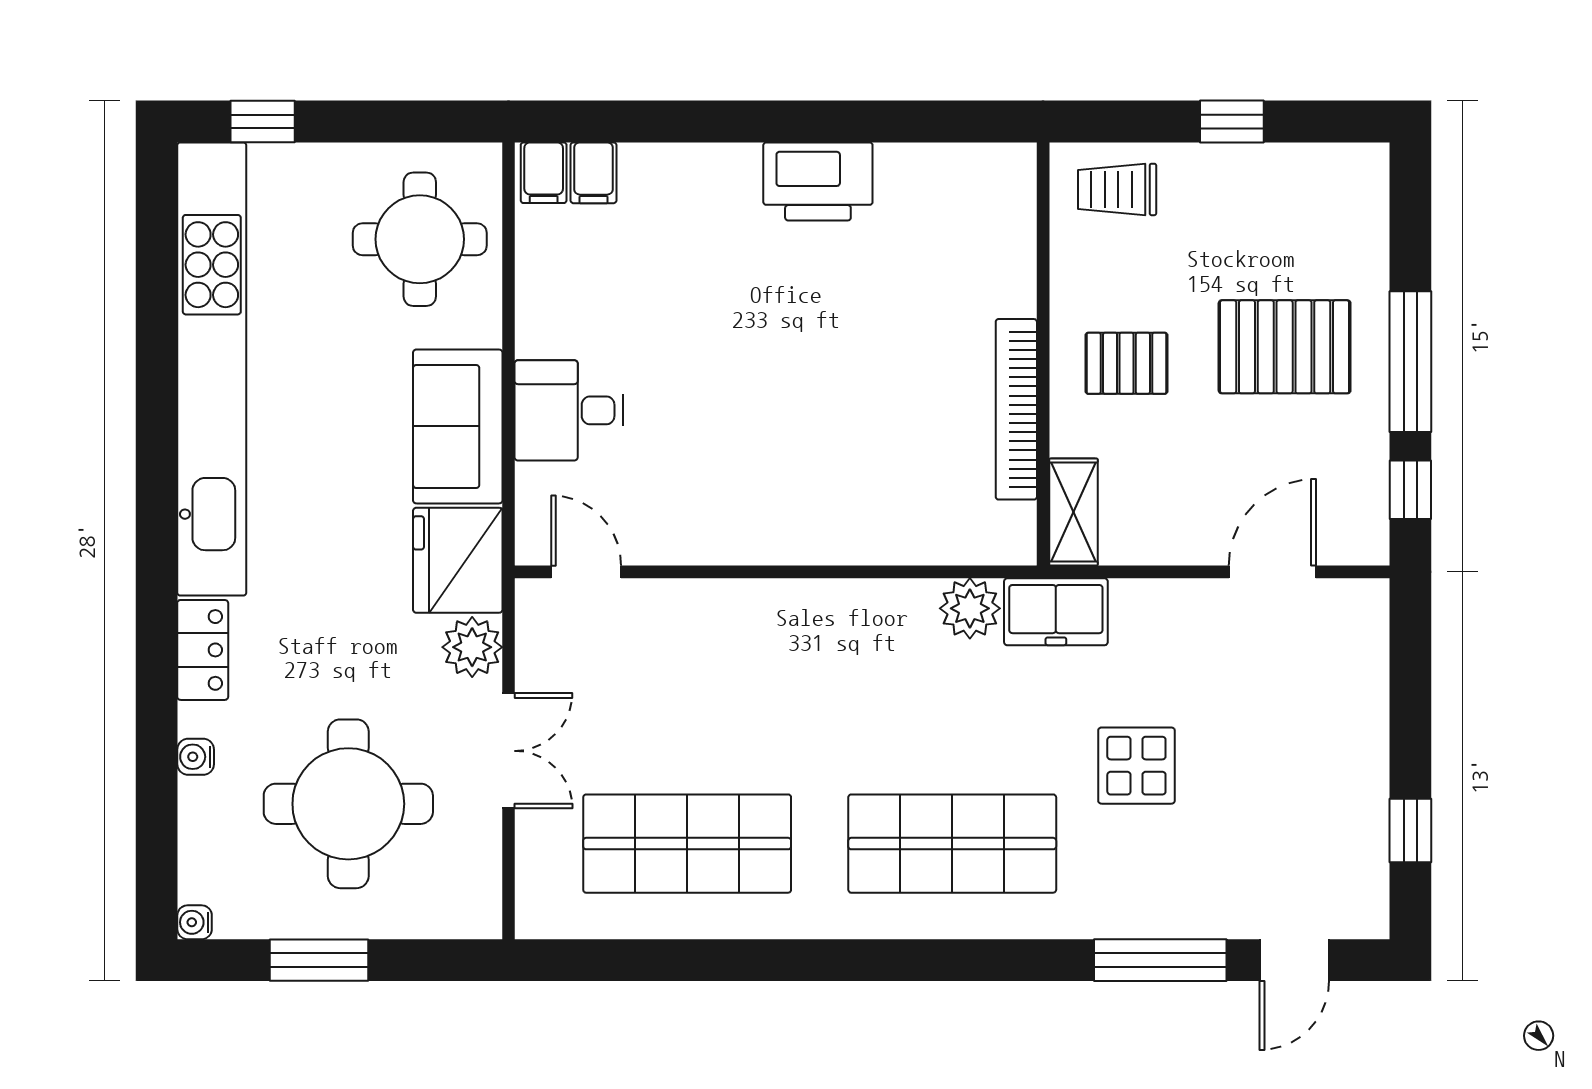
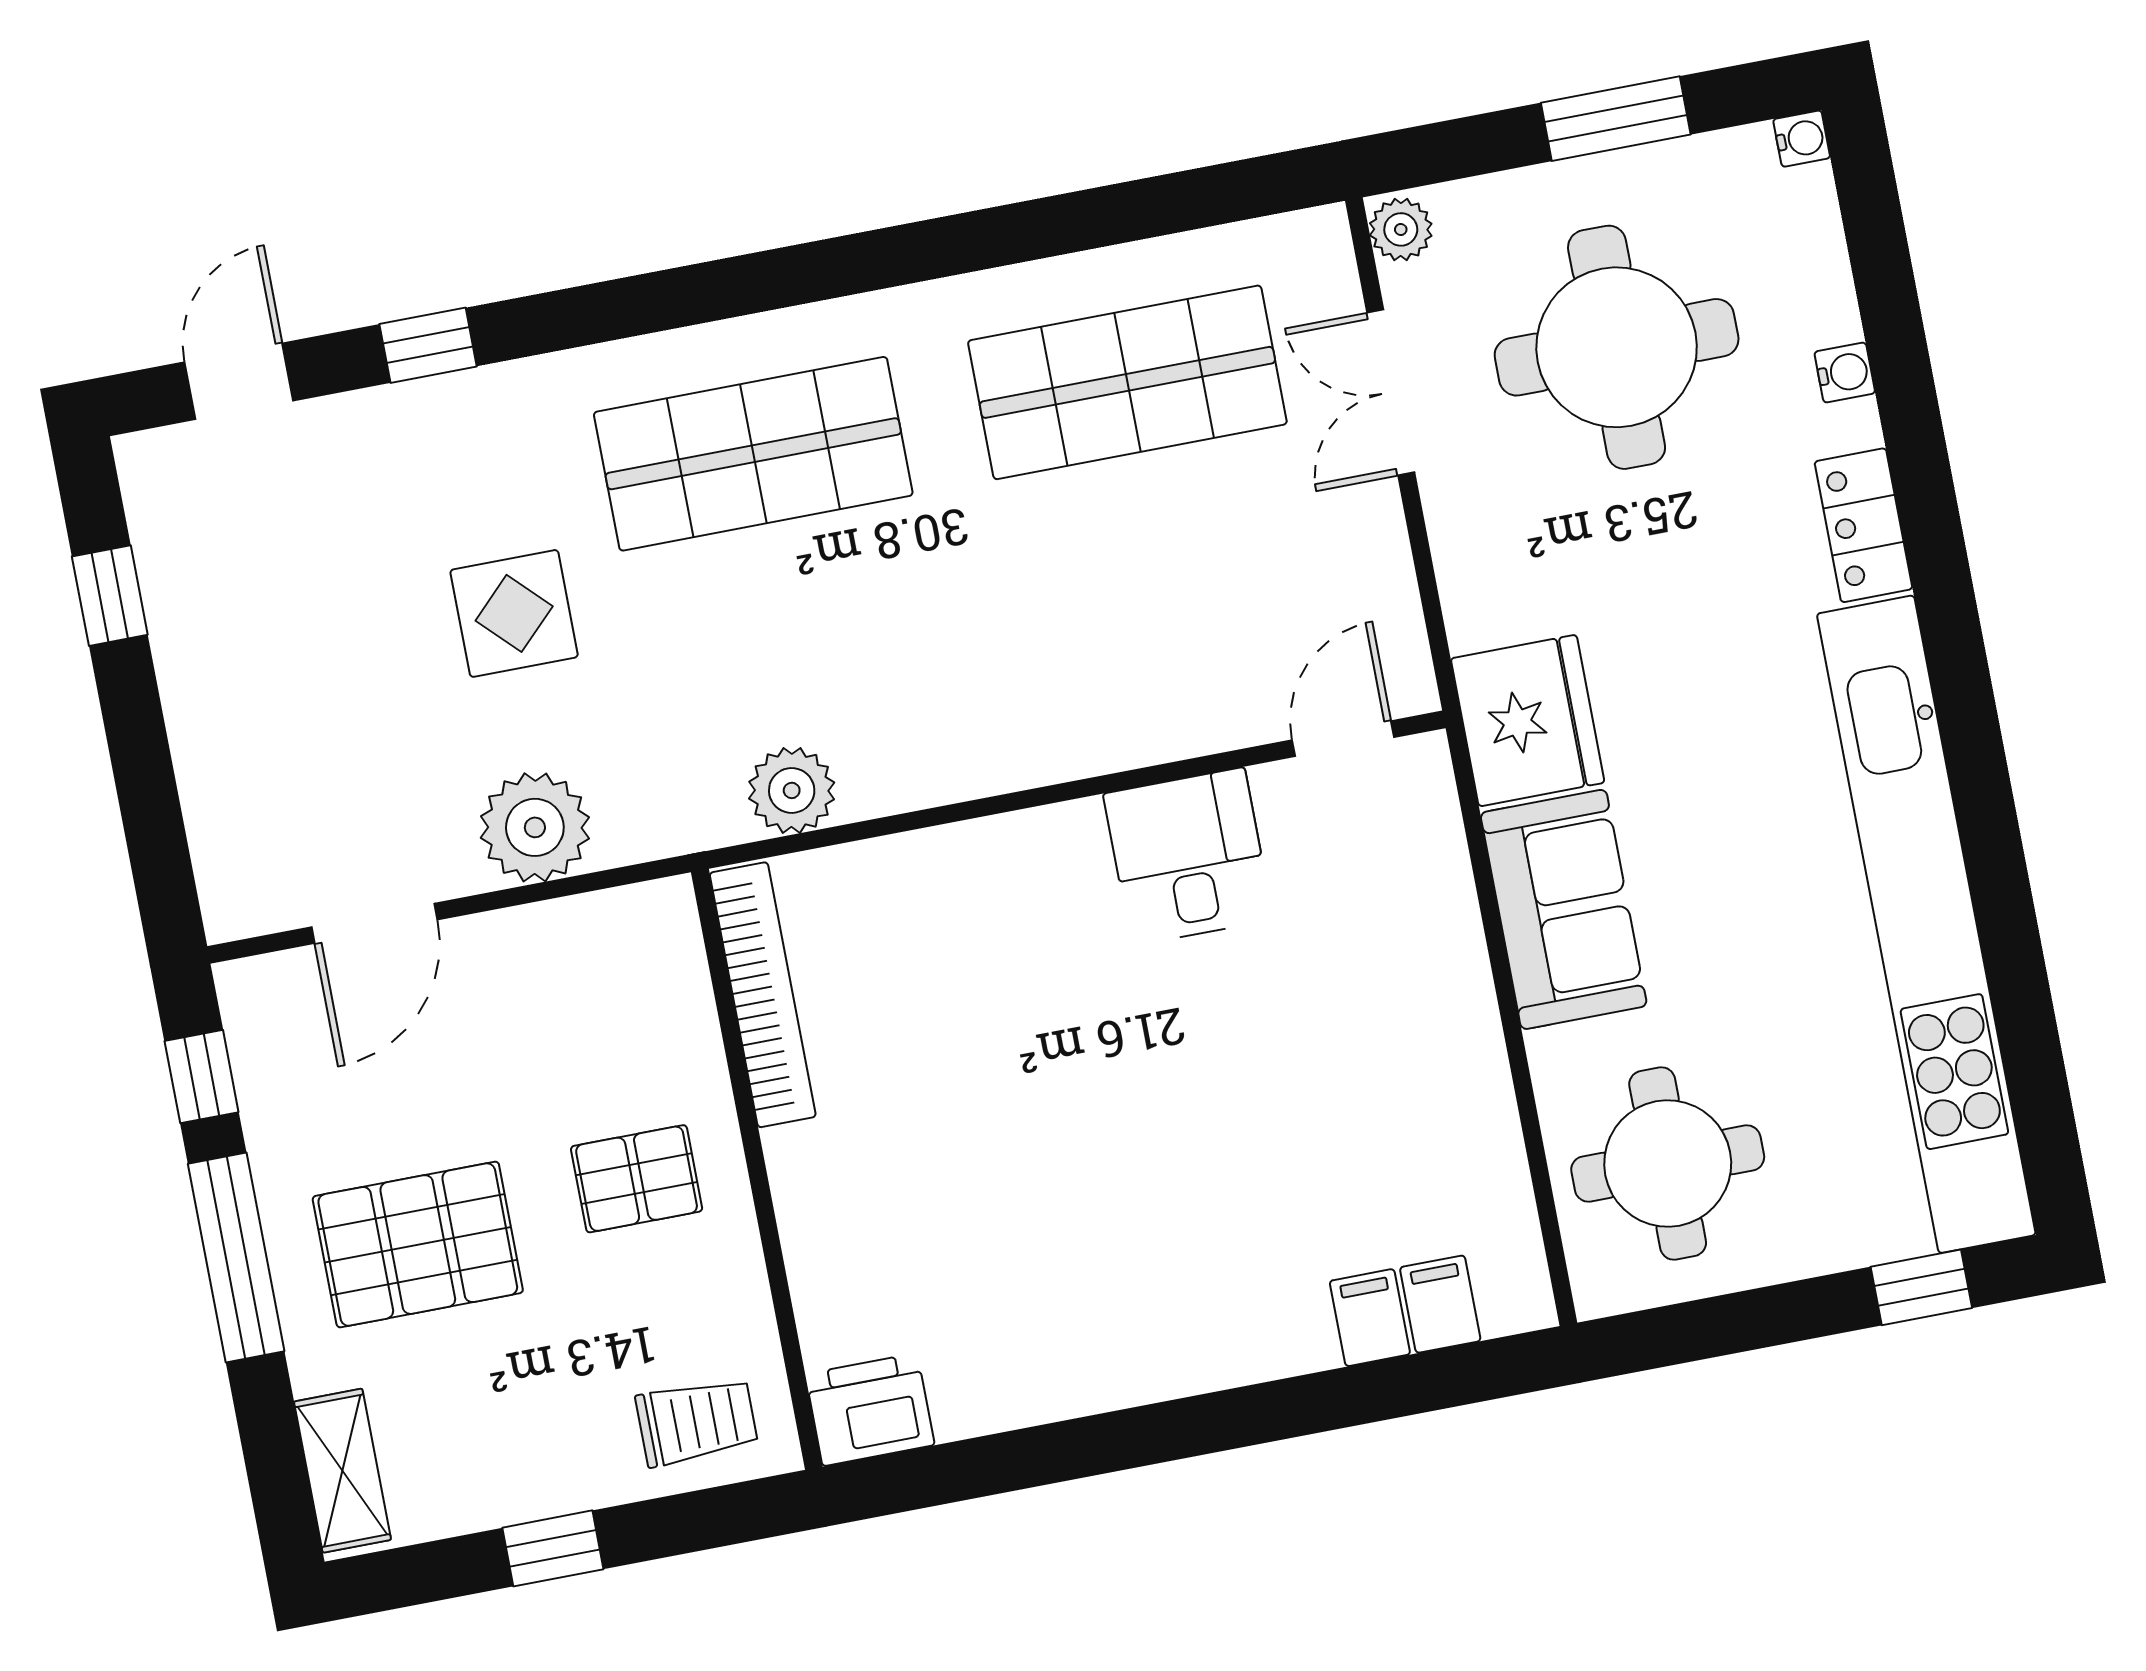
filing cabinet: (544, 173) -> (1370, 1318), moved
printer: (818, 181) -> (870, 1410), moved, width x0.73, depth x0.84
bookcase: (1016, 409) -> (763, 995), moved
desk: (569, 410) -> (1188, 856), moved, turned -90
shelving: (1073, 512) -> (342, 1471), moved
door: (586, 572) -> (1343, 739), swing flipped
freezer: (1056, 612) -> (669, 809), removed
plant: (1150, 617) -> (535, 827), added
plant: (472, 647) -> (1401, 229), moved, width x0.73, depth x0.73
double door: (509, 751) -> (1391, 393), moved
window: (1160, 960) -> (428, 345), width x0.46

